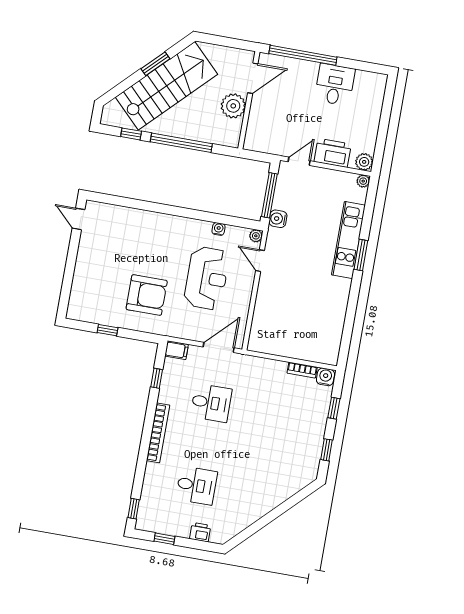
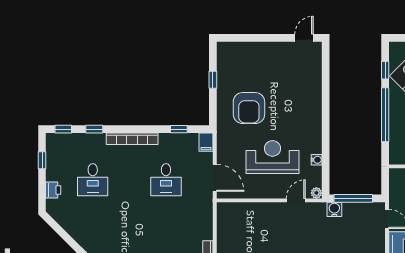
reception desk: (207, 278) -> (272, 157), turned 180
window: (140, 474) -> (94, 129), added

